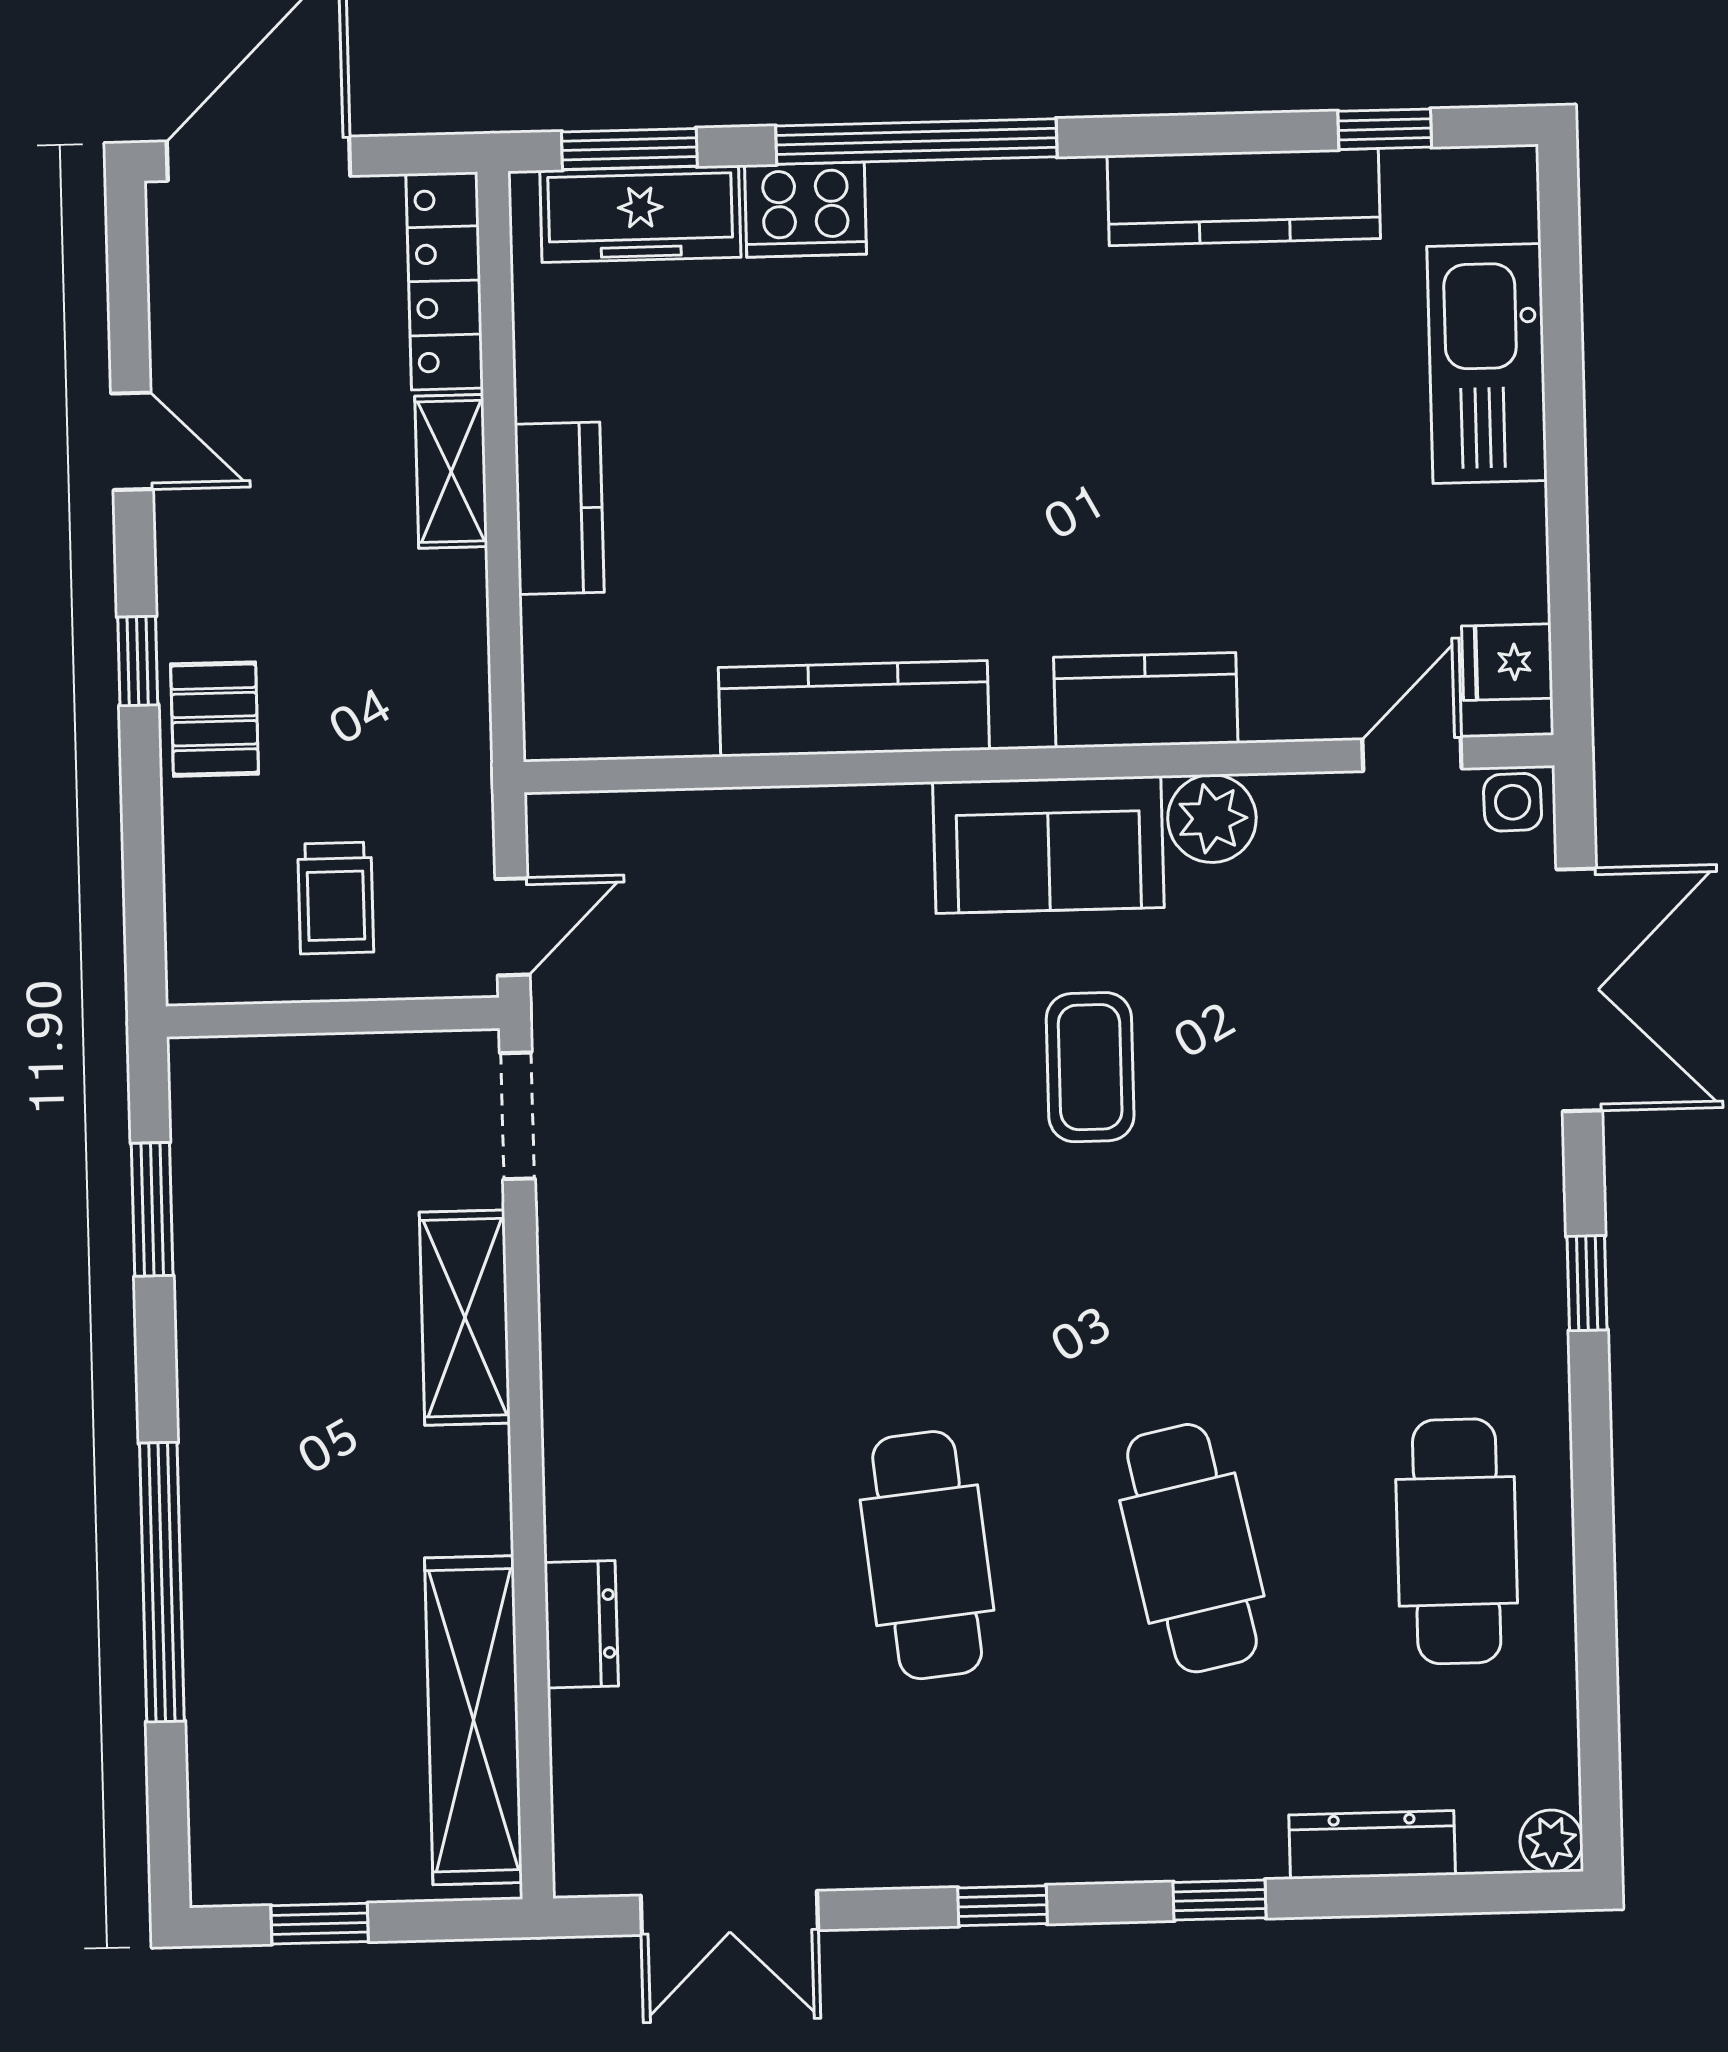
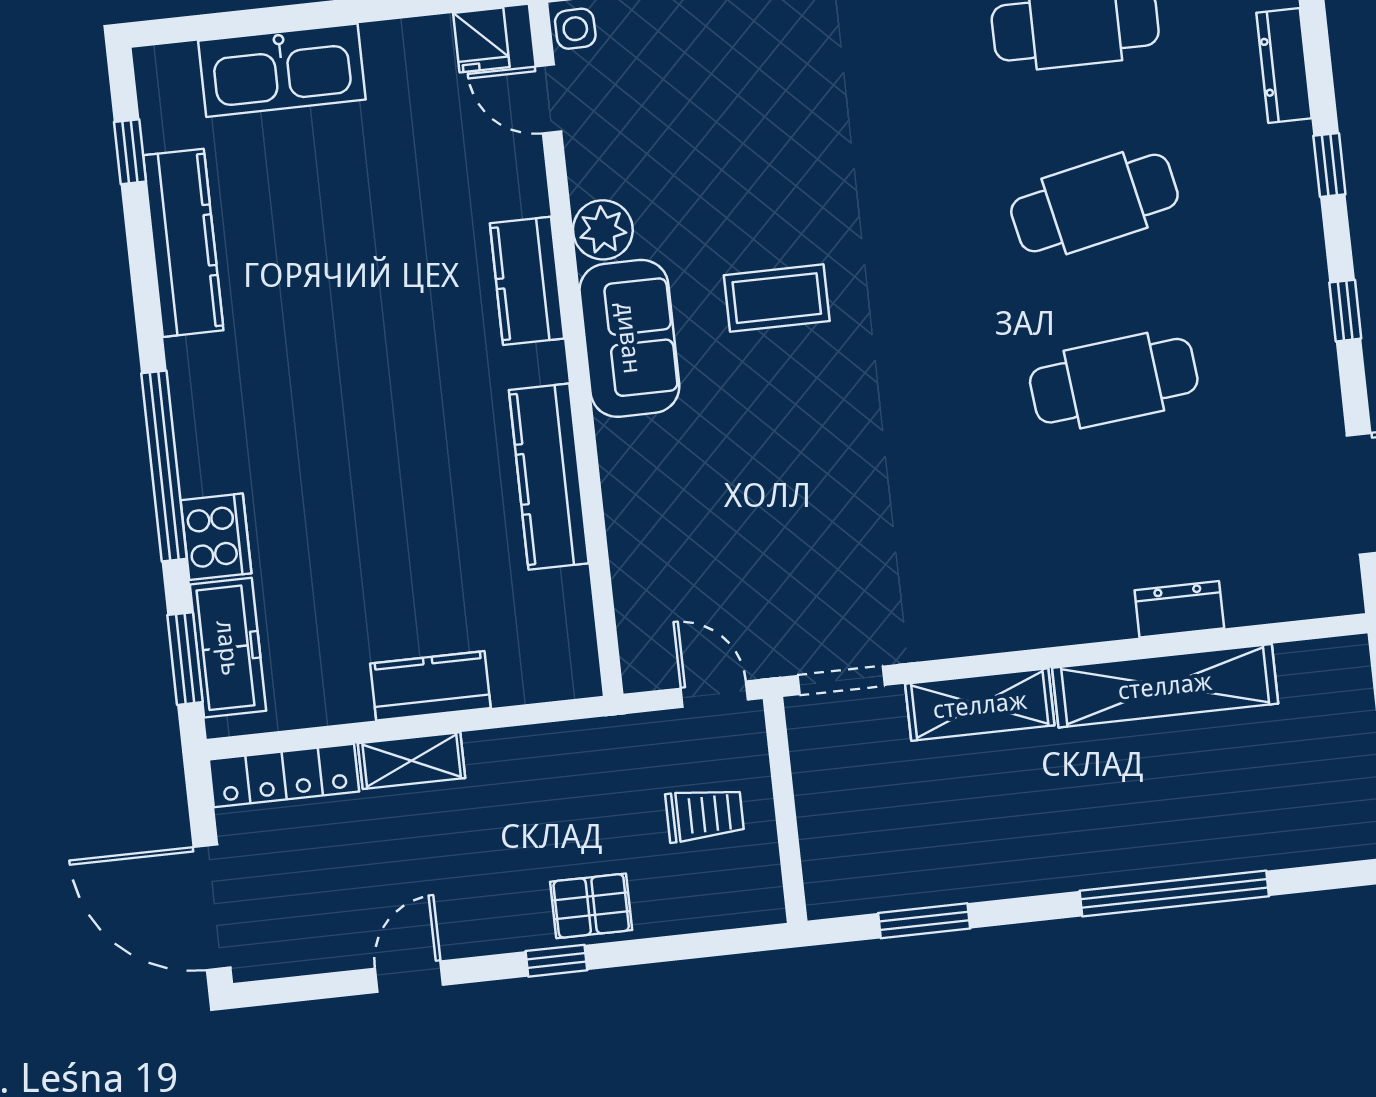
shelving: (473, 1720) -> (1165, 686), moved

